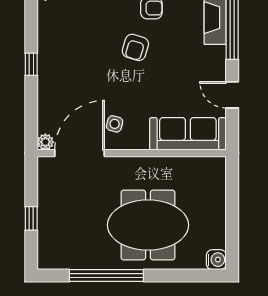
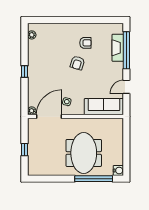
door: (232, 95) -> (126, 87), hinge flipped
meeting table: (148, 225) -> (84, 153), turned 90
window: (106, 275) -> (94, 179), moved

